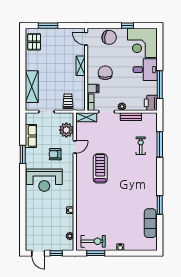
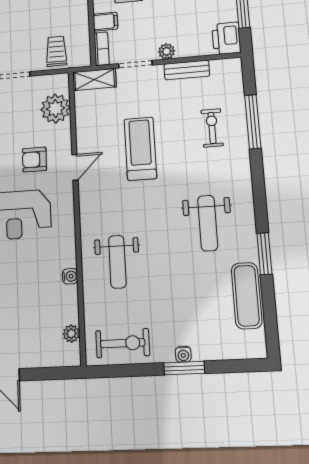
door: (75, 147) -> (75, 167), moved
treadmill: (100, 168) -> (140, 149), moved
weight bench: (135, 190) -> (208, 223), added
weight bench: (93, 205) -> (117, 262), added
window: (56, 253) -> (43, 374), removed
window: (96, 253) -> (184, 368), moved

